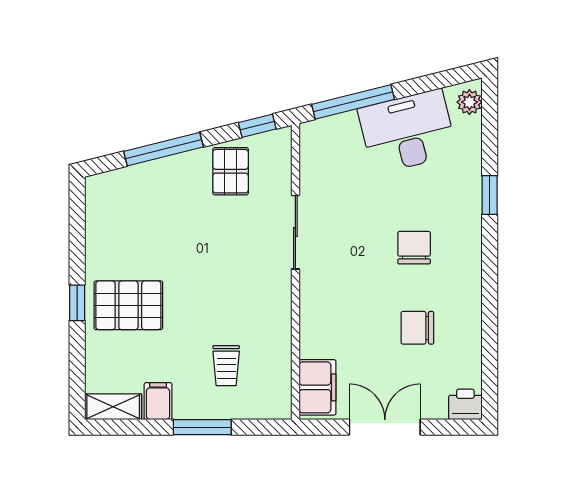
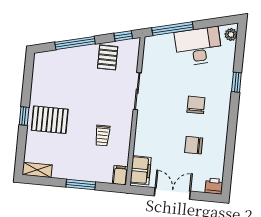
trolley: (226, 366) -> (103, 135), moved
filing cabinet: (158, 401) -> (120, 175), moved

